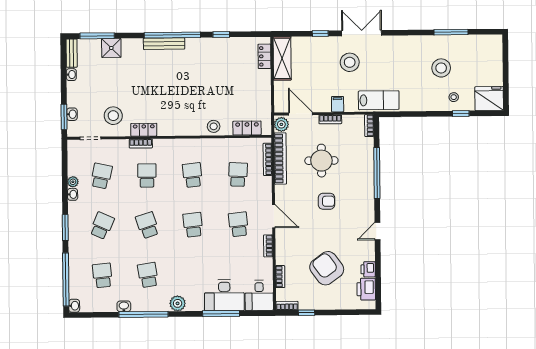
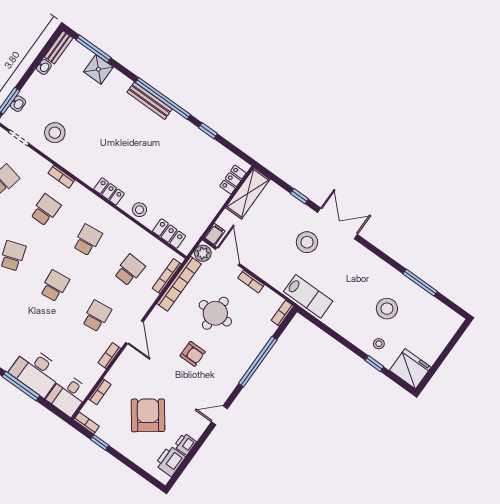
filing cabinet: (338, 104) -> (215, 234), moved
locker: (144, 130) -> (109, 191), moved

